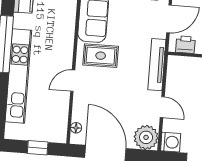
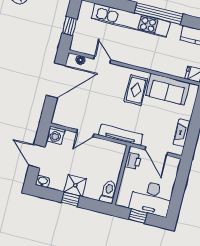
door: (73, 81) -> (102, 60), moved
plant: (146, 137) -> (63, 116), removed

